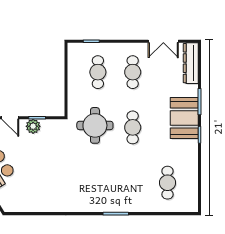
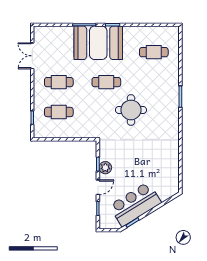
double door: (163, 41) -> (32, 56), swing flipped
dresser: (191, 63) -> (51, 32), removed
booth: (184, 118) -> (98, 43), width x1.36, depth x1.42
round table: (95, 125) -> (131, 110), moved

